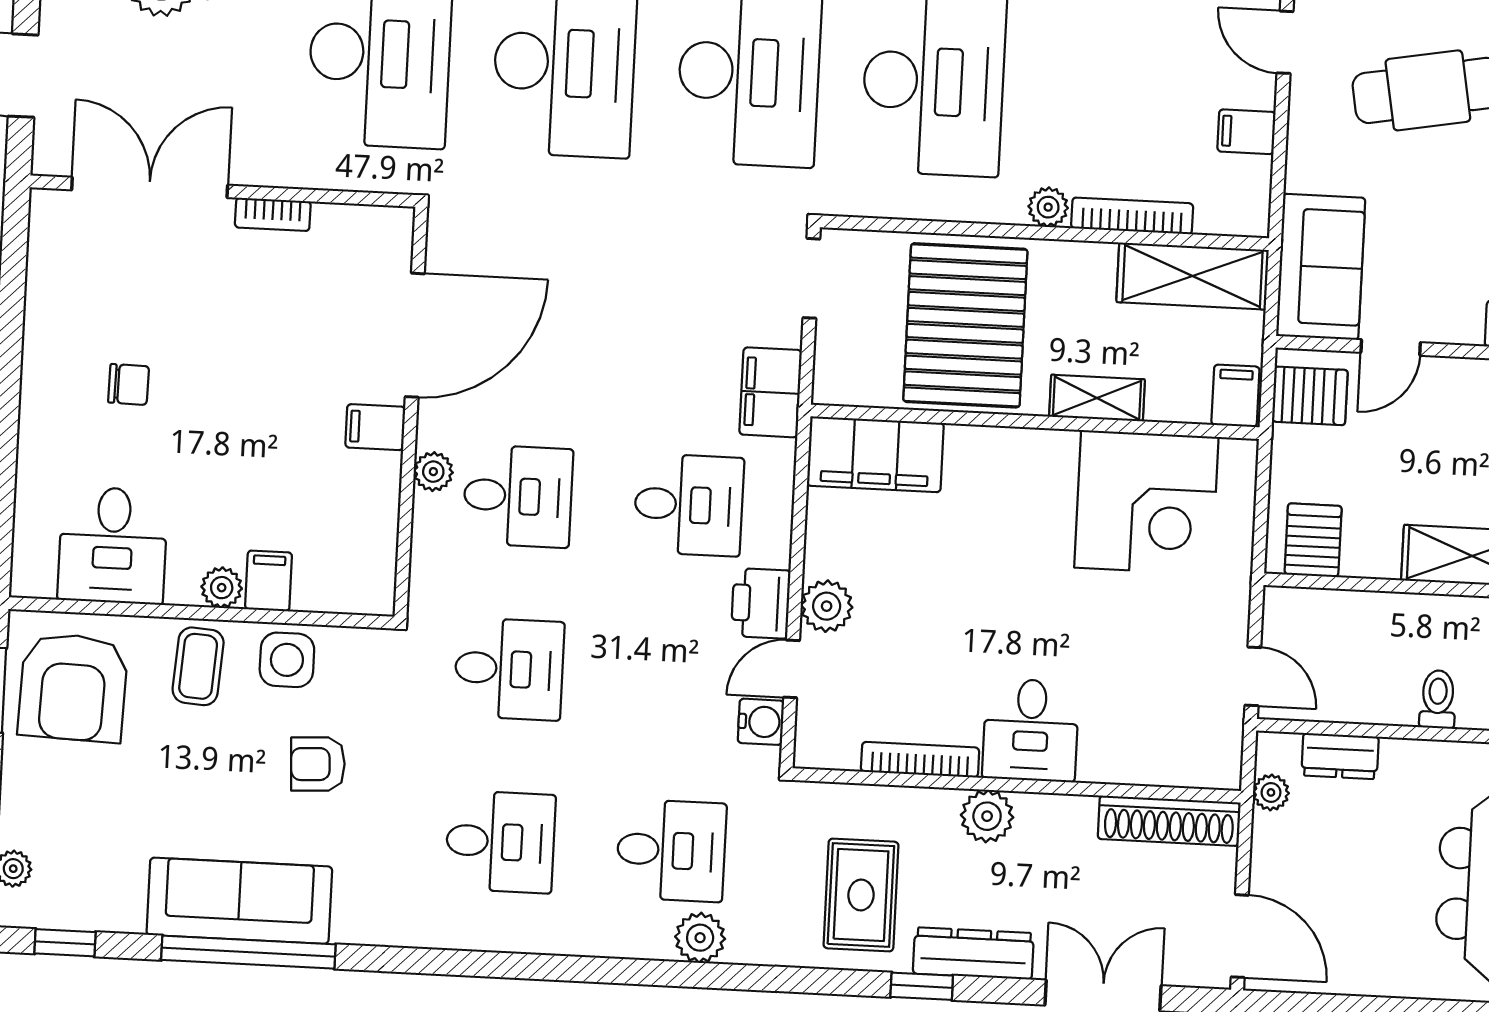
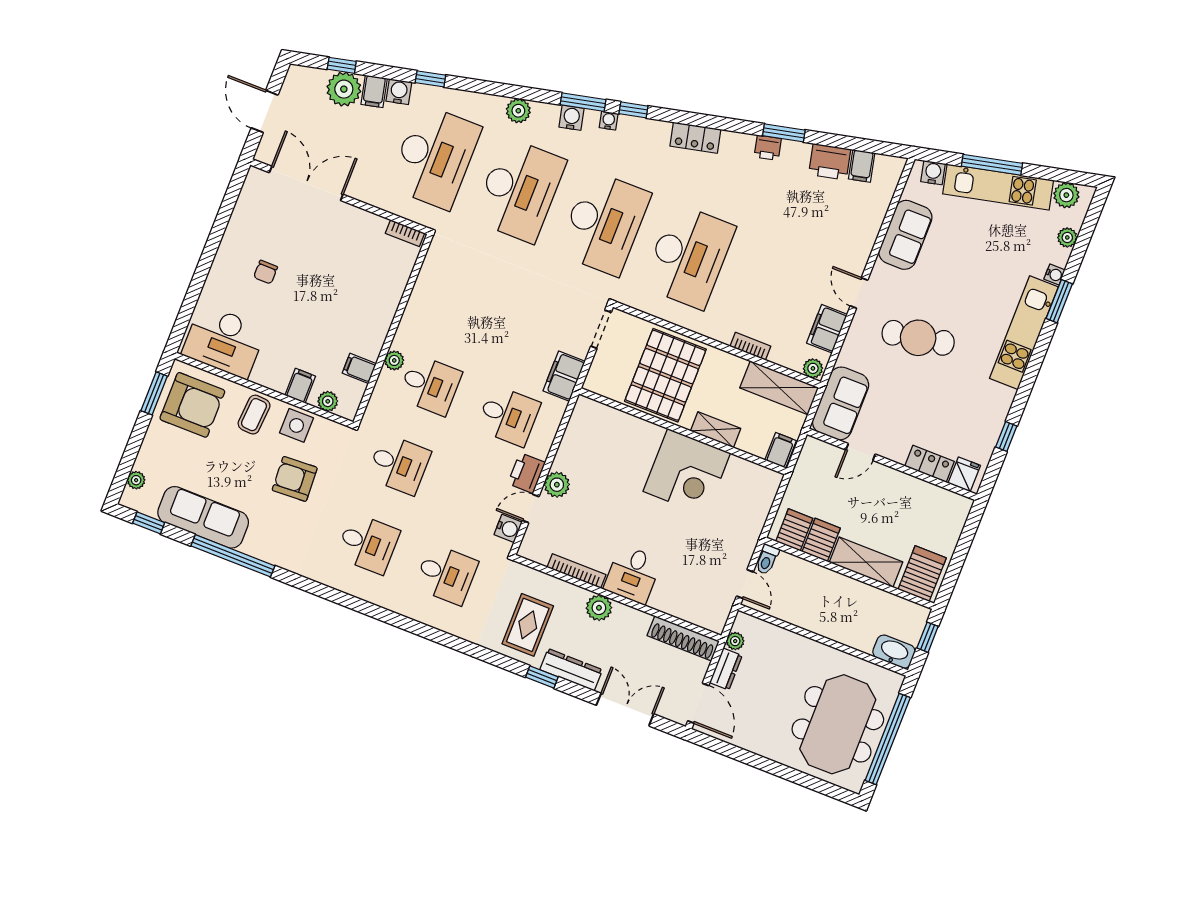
filing cabinet: (1246, 132) -> (827, 329), width x2.00
plant: (1048, 207) -> (813, 368), moved
bookcase: (273, 214) -> (405, 233), moved
bookcase: (1132, 216) -> (750, 346), width x0.64
door: (415, 335) -> (407, 294), removed
chair: (129, 384) -> (266, 272), turned 89
server rack: (1310, 396) -> (821, 540), moved, turned -90
filing cabinet: (375, 427) -> (359, 368), moved
filing cabinet: (875, 454) -> (603, 421), removed
corner desk: (1146, 502) -> (687, 472), moved
desk: (113, 545) -> (224, 341), width x1.37
plant: (222, 588) -> (328, 401), moved
armchair: (73, 687) -> (192, 405), turned -92
toilet: (1438, 699) -> (767, 559), moved, turned 180
dresser: (1340, 756) -> (726, 669), moved, turned -90
armchair: (318, 764) -> (295, 479), width x1.38, depth x1.38
sofa: (239, 901) -> (203, 517), moved
plant: (700, 938) -> (446, 620), removed

